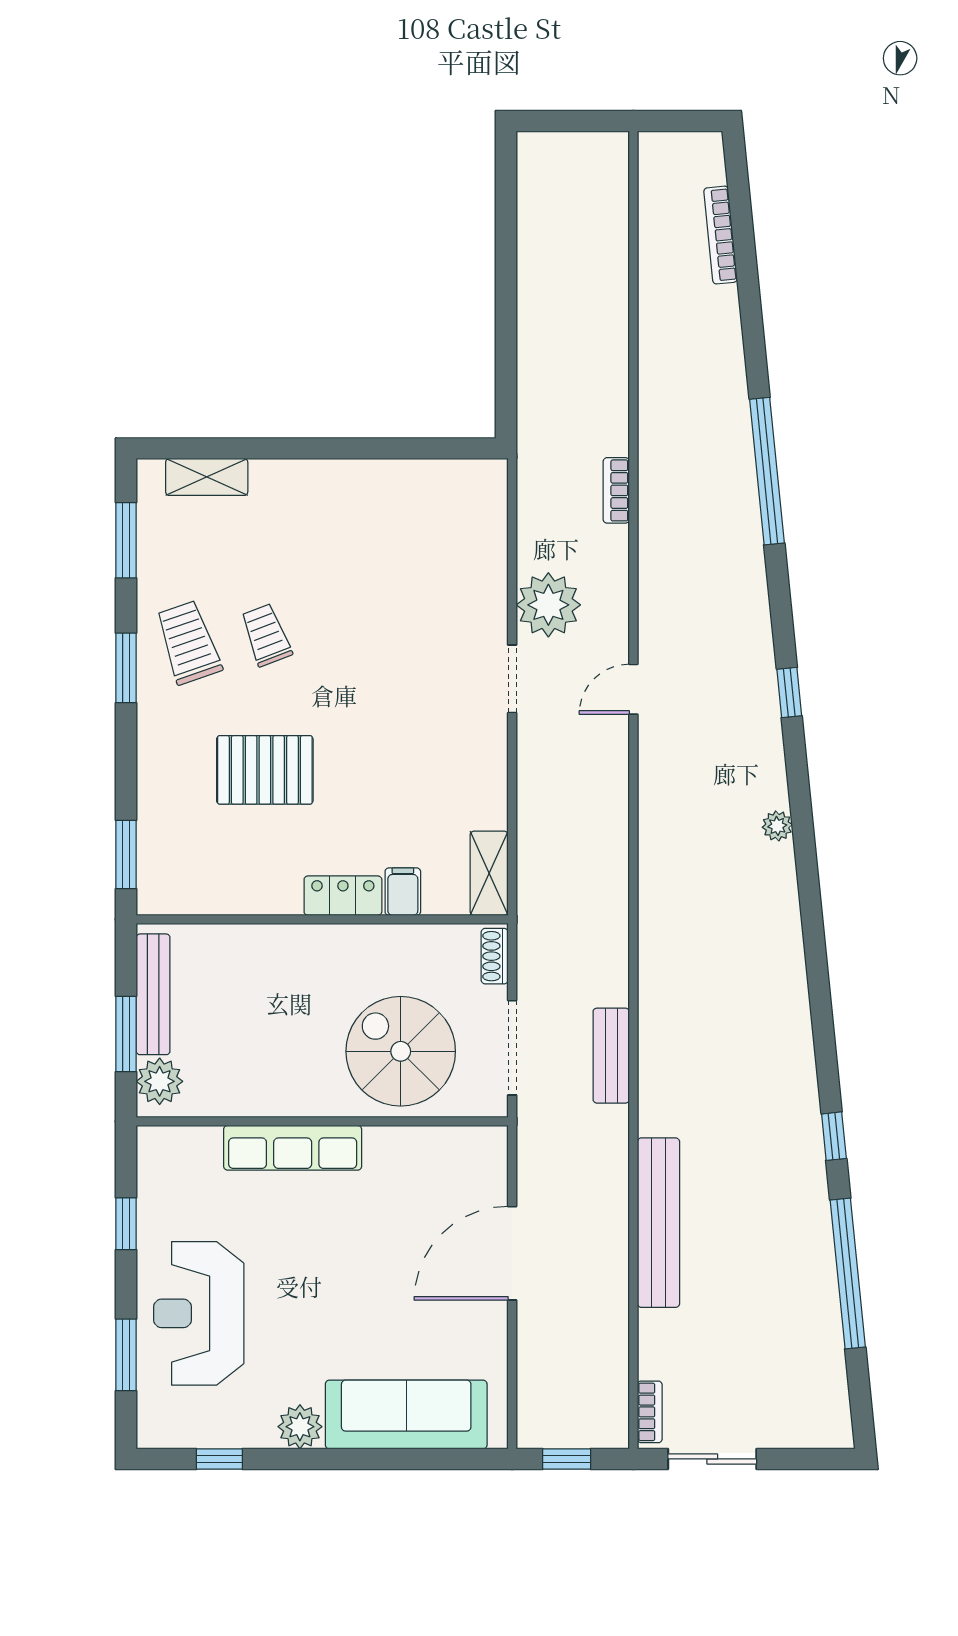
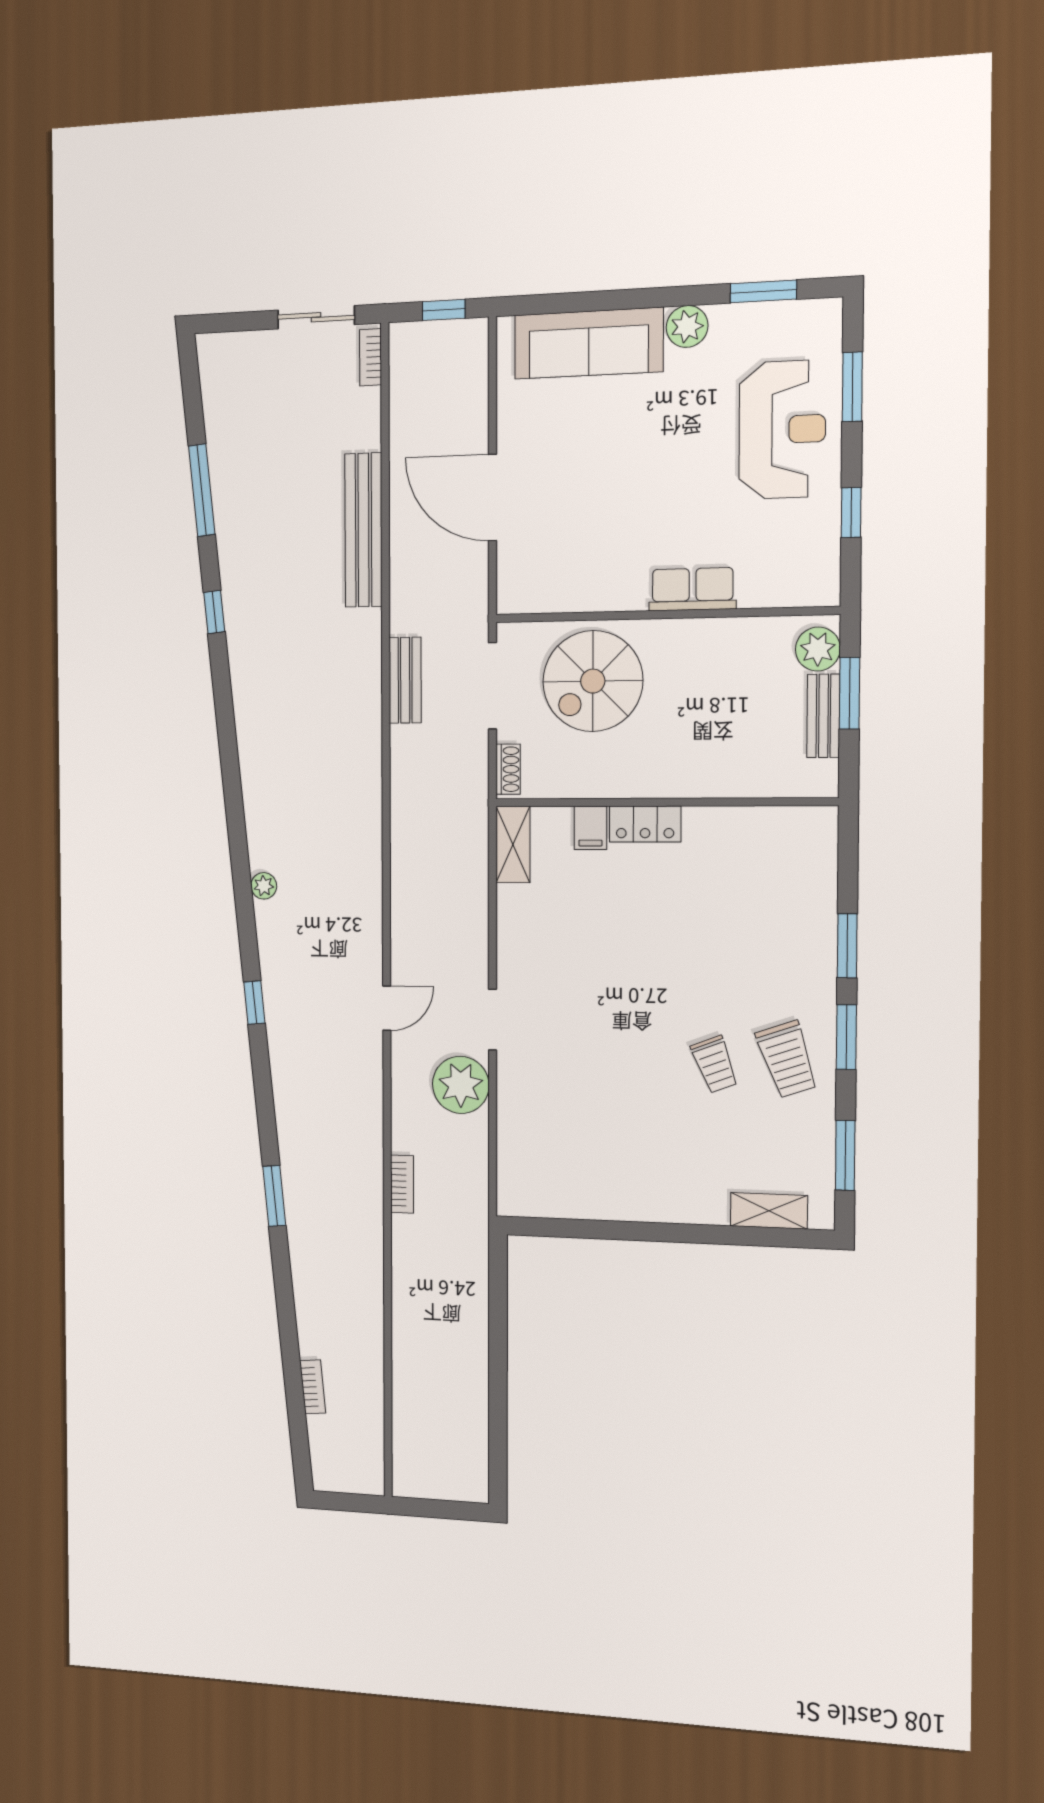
bookcase: (721, 235) -> (313, 1387), width x0.64
window: (767, 471) -> (274, 1196), width x0.47
pallet: (265, 770) -> (717, 940), removed
window: (126, 855) -> (847, 946), moved
bench: (153, 994) -> (823, 716), width x0.73
spiral stairs: (401, 1051) -> (593, 681), turned 90
row of seats: (293, 1148) -> (693, 589), width x0.68
door: (512, 1253) -> (492, 498), swing flipped
window: (848, 1274) -> (202, 490), width x0.68
window: (219, 1459) -> (763, 291), width x1.50

